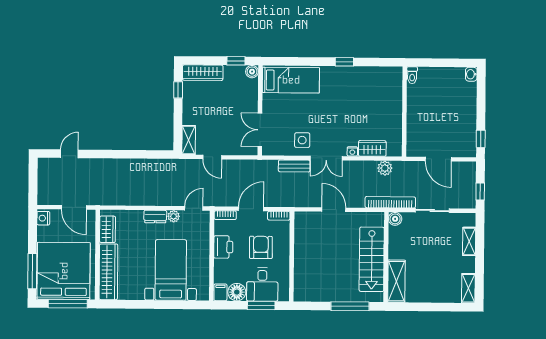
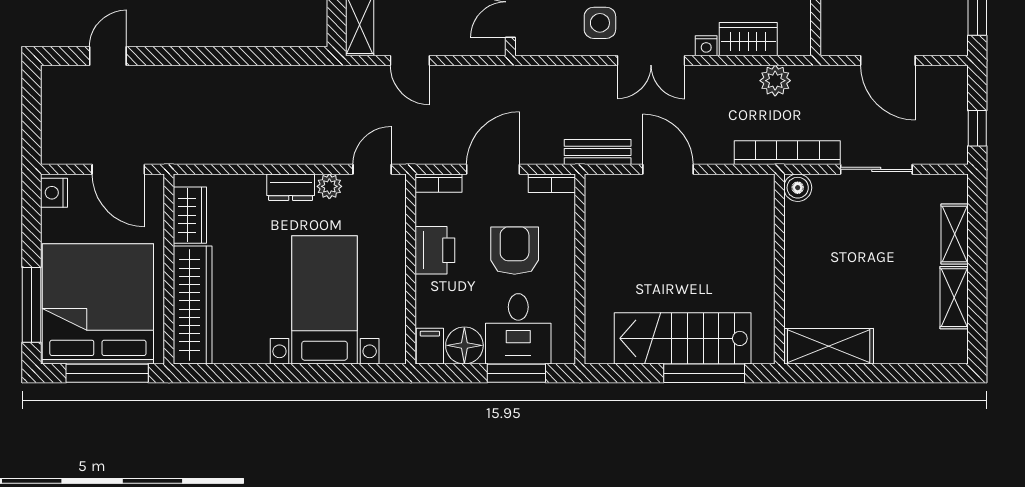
bench: (294, 166) -> (598, 152), moved
stairs: (372, 259) -> (683, 338), moved, turned 90
shelving: (396, 281) -> (829, 346), moved, turned 90
shelving: (468, 288) -> (954, 298), moved

